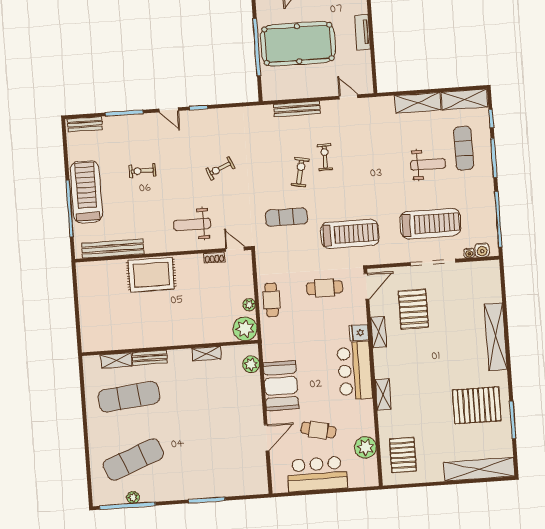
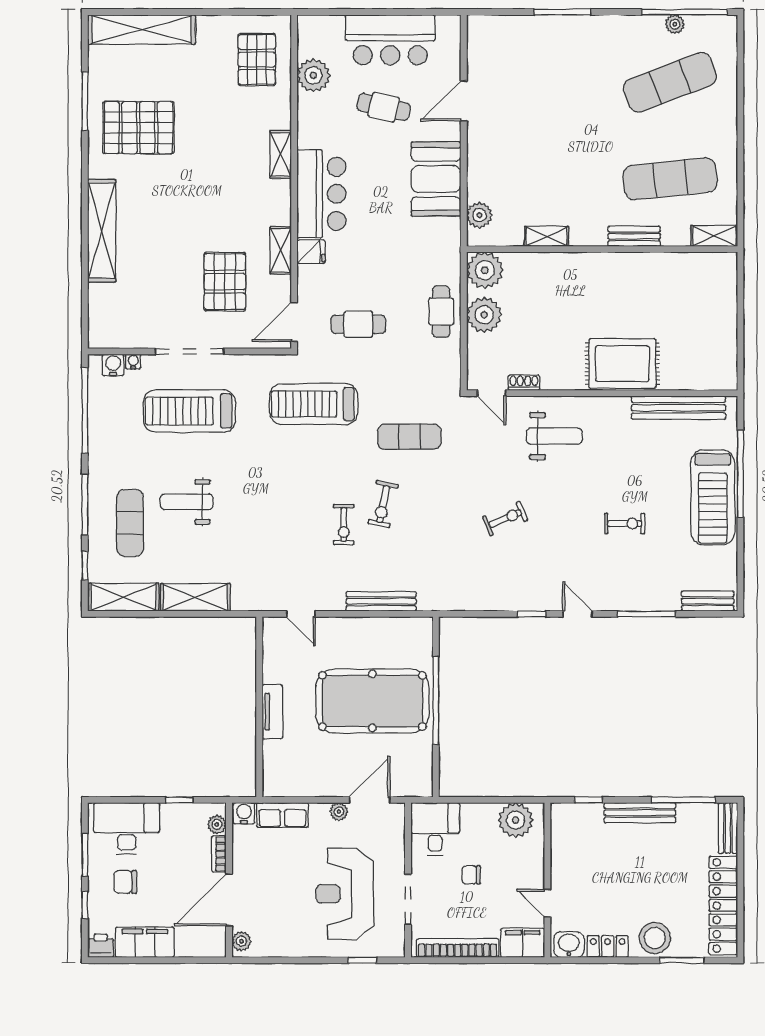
plant: (249, 305) -> (484, 315), width x1.87, depth x1.87
shelving: (116, 360) -> (714, 236), moved

